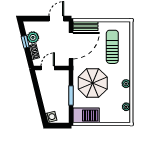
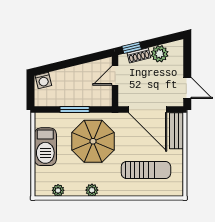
window: (25, 42) -> (132, 48), moved
door: (48, 68) -> (115, 76), swing flipped
barbecue: (86, 115) -> (45, 147), moved

